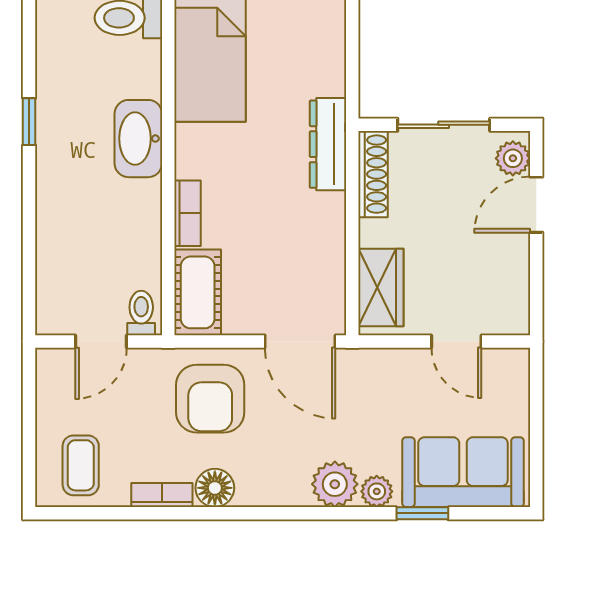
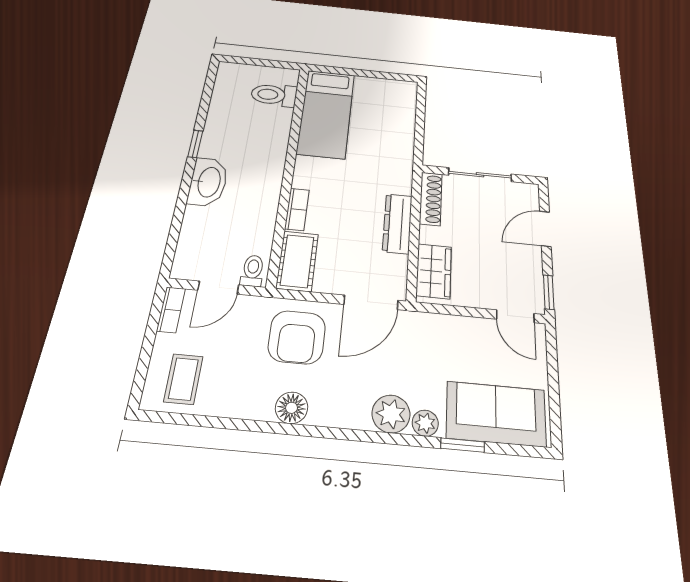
washbasin: (138, 139) -> (208, 182), moved, turned 180
dresser: (328, 144) -> (397, 223), moved
plant: (513, 158) -> (528, 199), removed
window: (536, 302) -> (549, 292), added
door: (300, 342) -> (371, 302), hinge flipped
door: (456, 342) -> (515, 316), moved
bookcase: (162, 495) -> (171, 310), moved, turned 90

